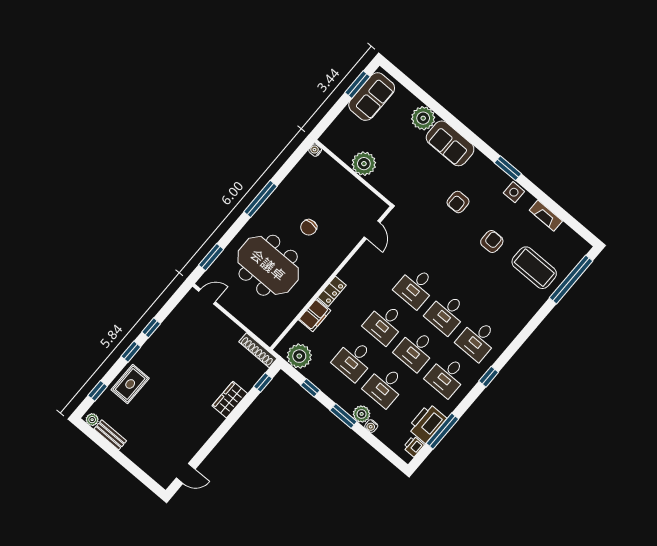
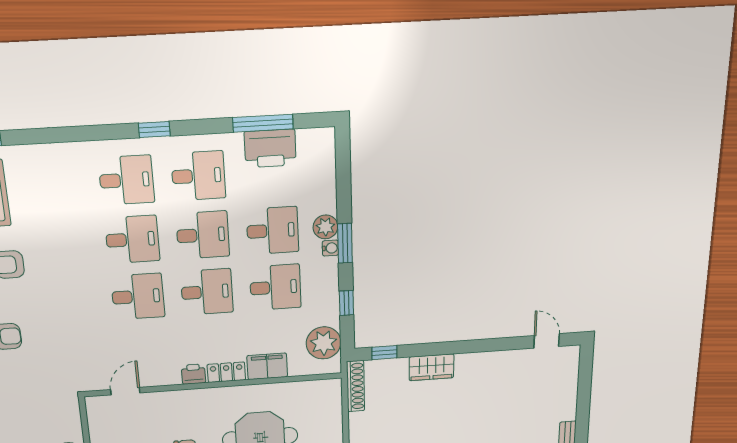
water cooler: (371, 426) -> (330, 248), moved
printer: (414, 446) -> (193, 374), moved, turned 180

